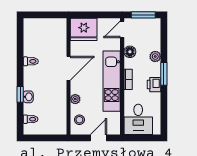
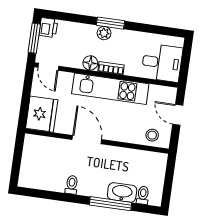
floor lamp: (130, 52) -> (90, 63), moved
plant: (155, 56) -> (104, 33), moved
printer: (154, 85) -> (48, 28), moved, turned -90
window: (20, 94) -> (111, 204), width x2.17
washbasin: (28, 97) -> (122, 192), width x1.91, depth x1.45
plant: (75, 99) -> (126, 137), removed

